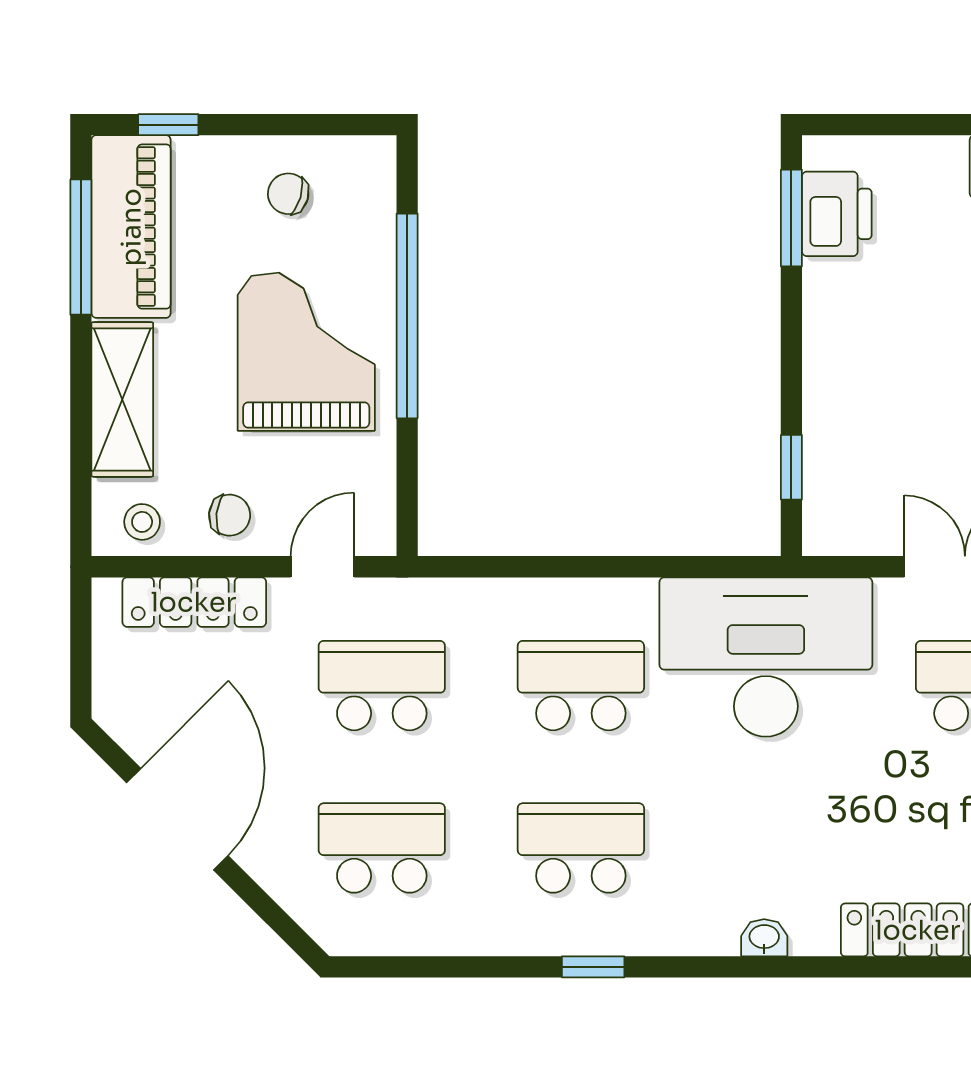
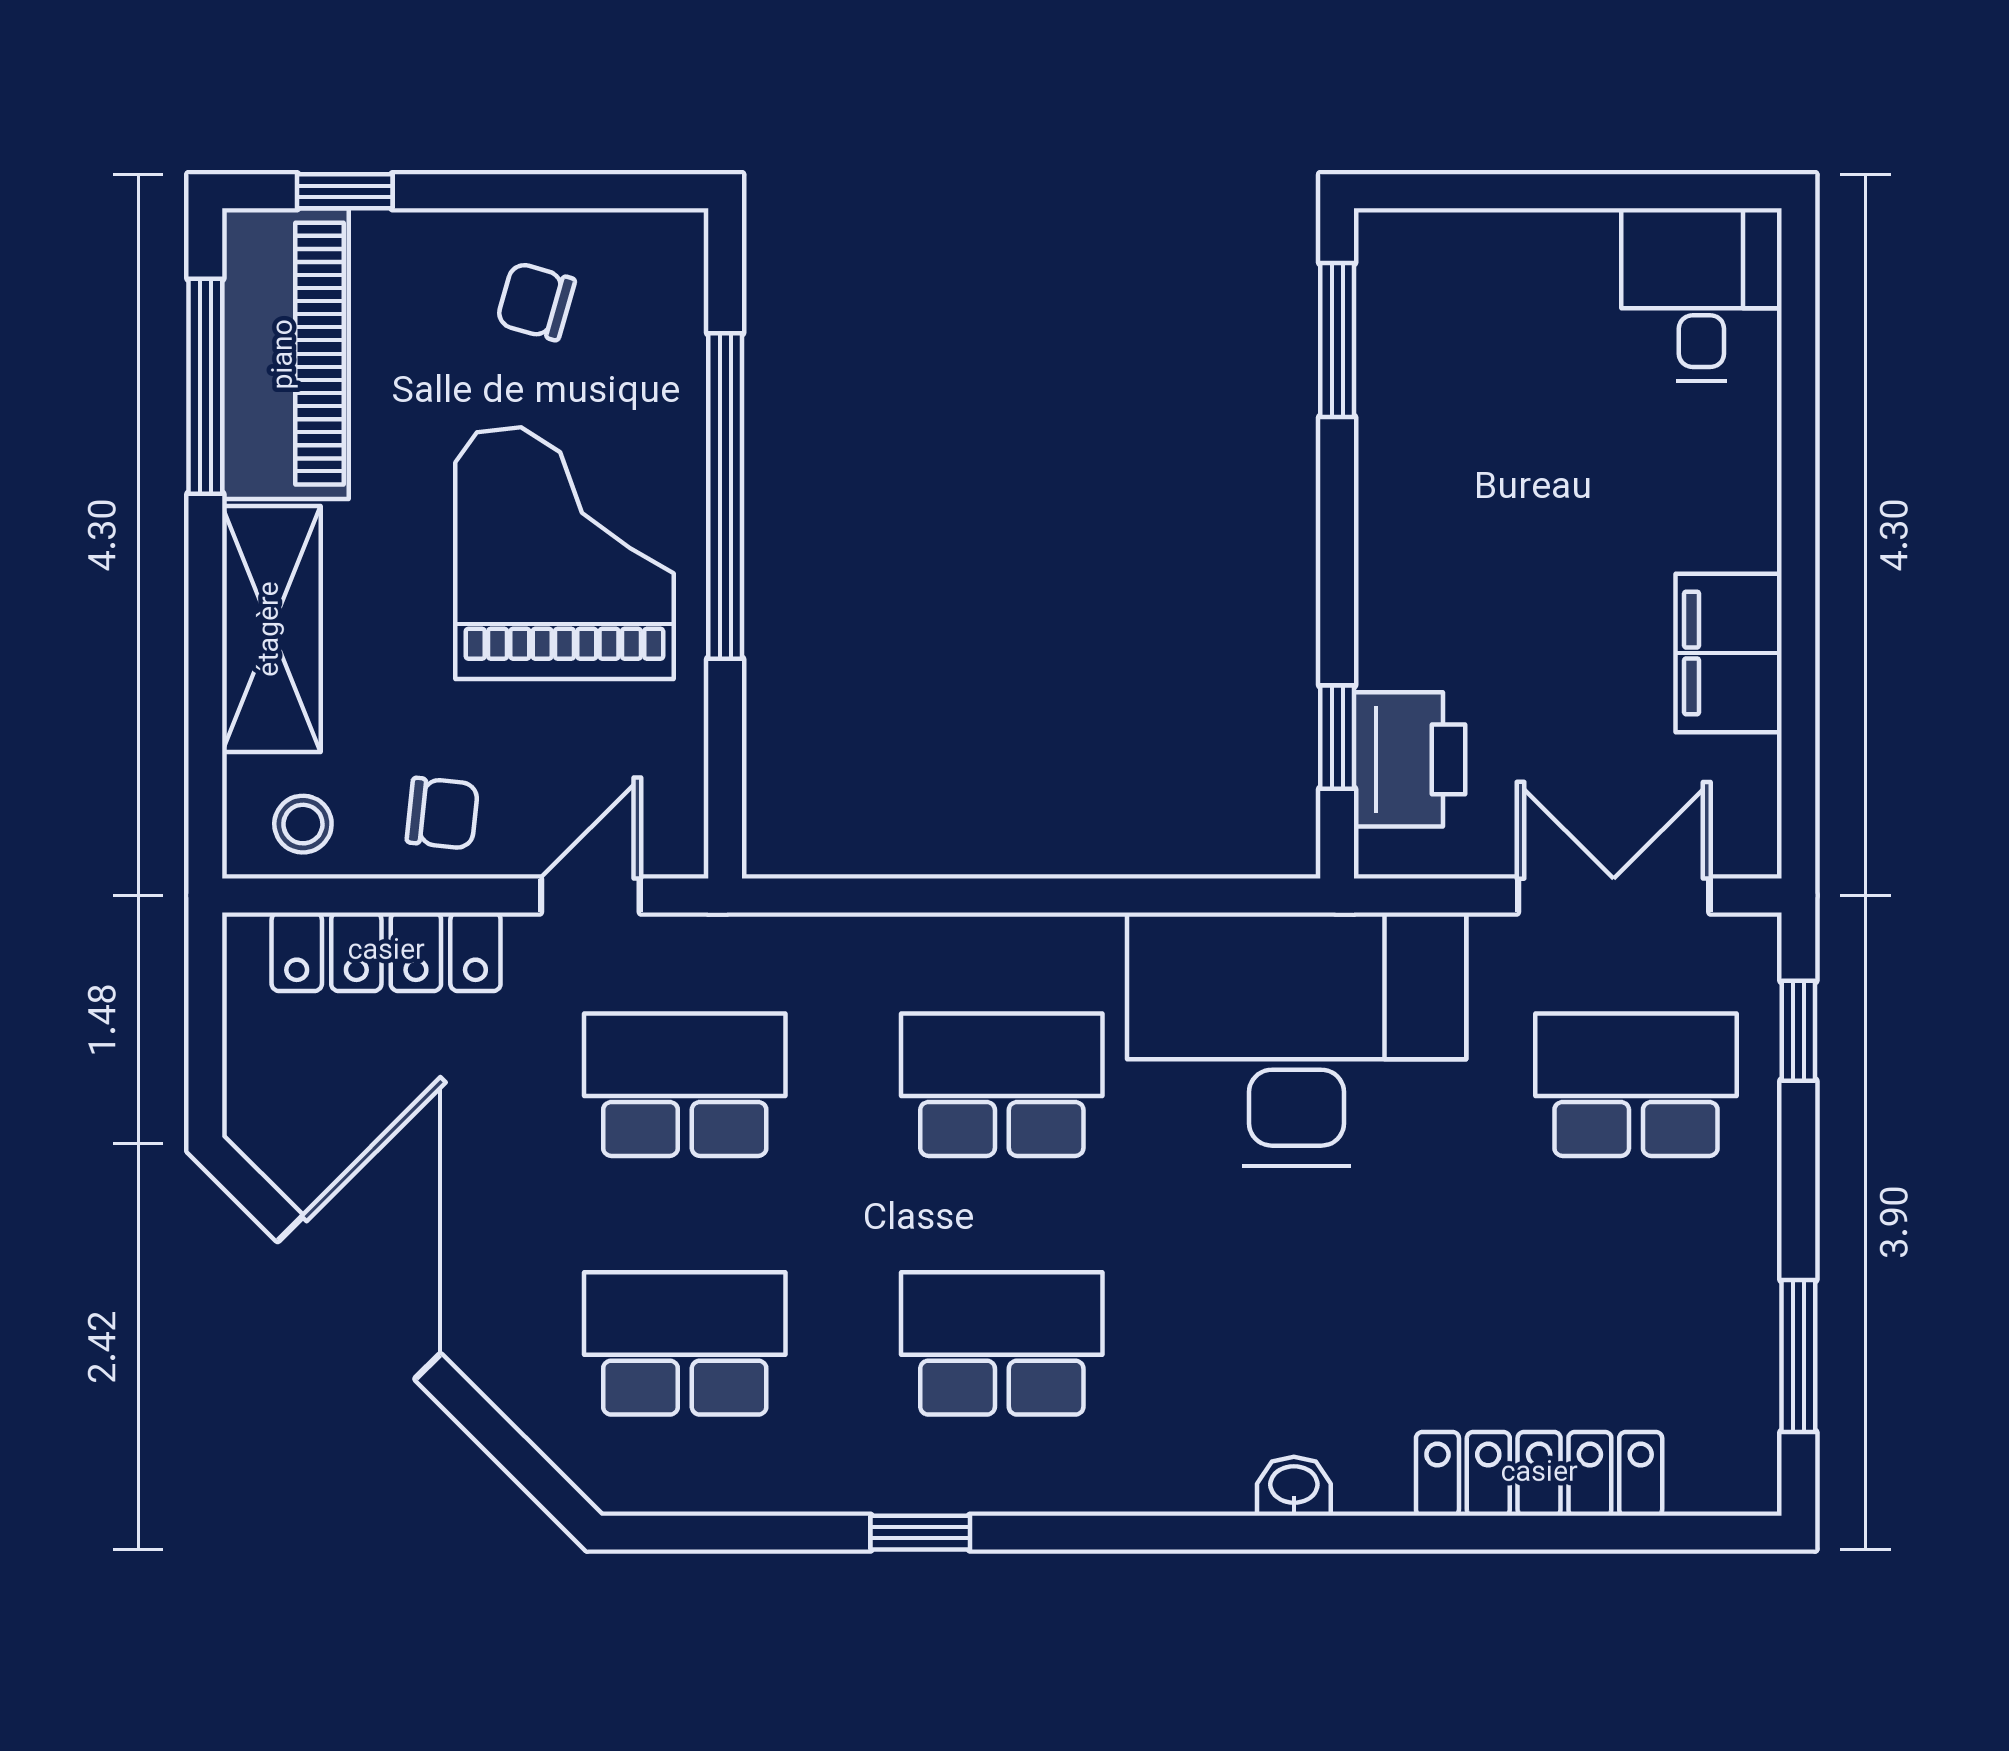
printer: (837, 214) -> (1410, 759), moved
window: (593, 967) -> (920, 1533), moved

